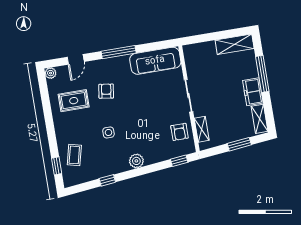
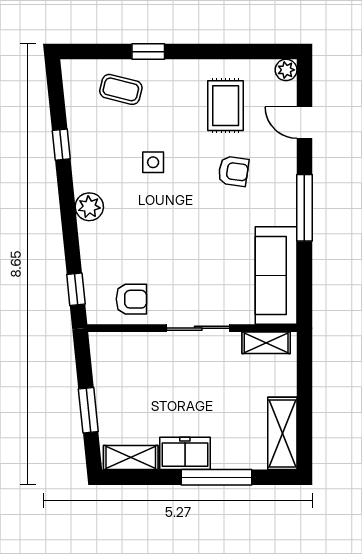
shelving: (202, 129) -> (266, 343), moved
armchair: (179, 132) -> (131, 299), turned 180
window: (57, 166) -> (148, 52), moved

